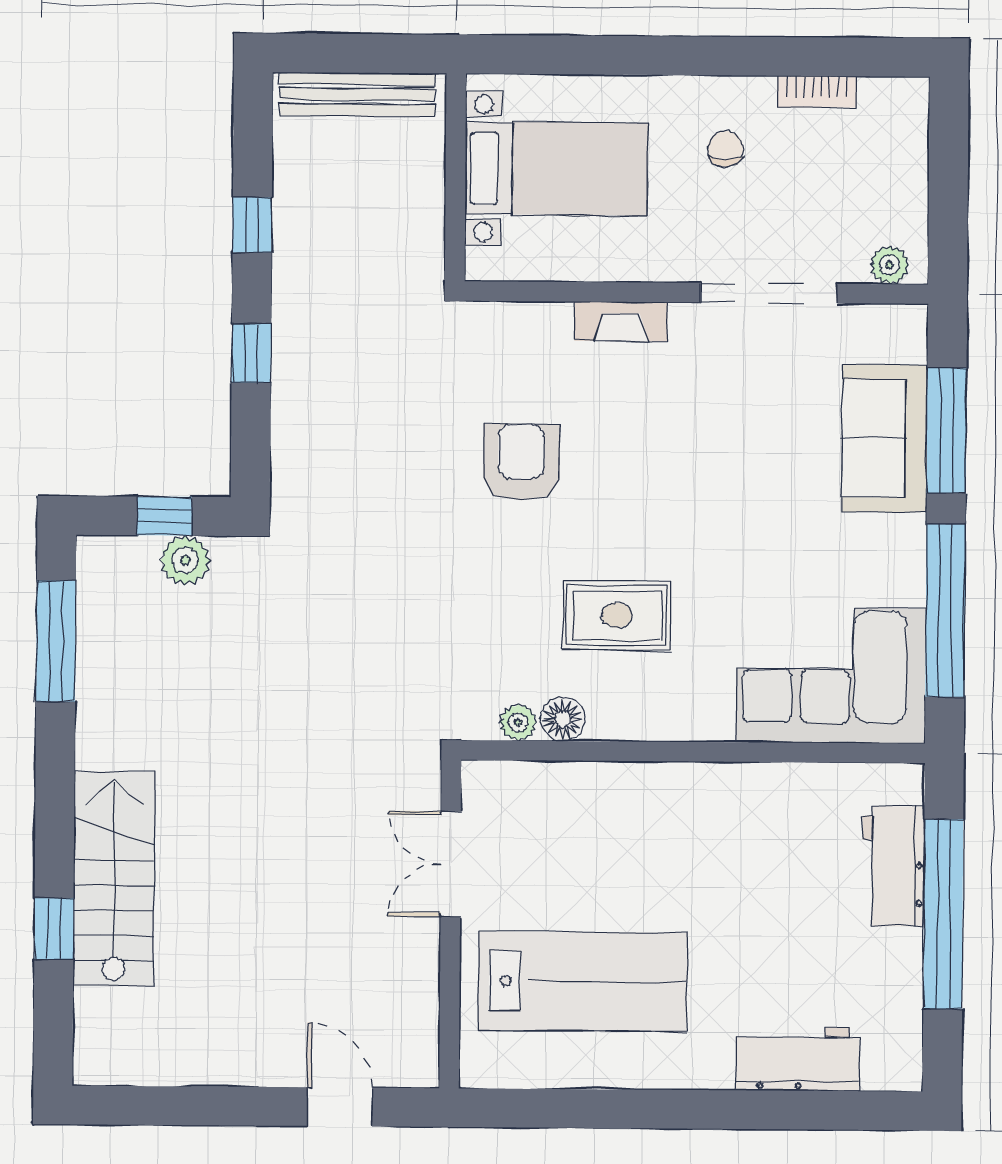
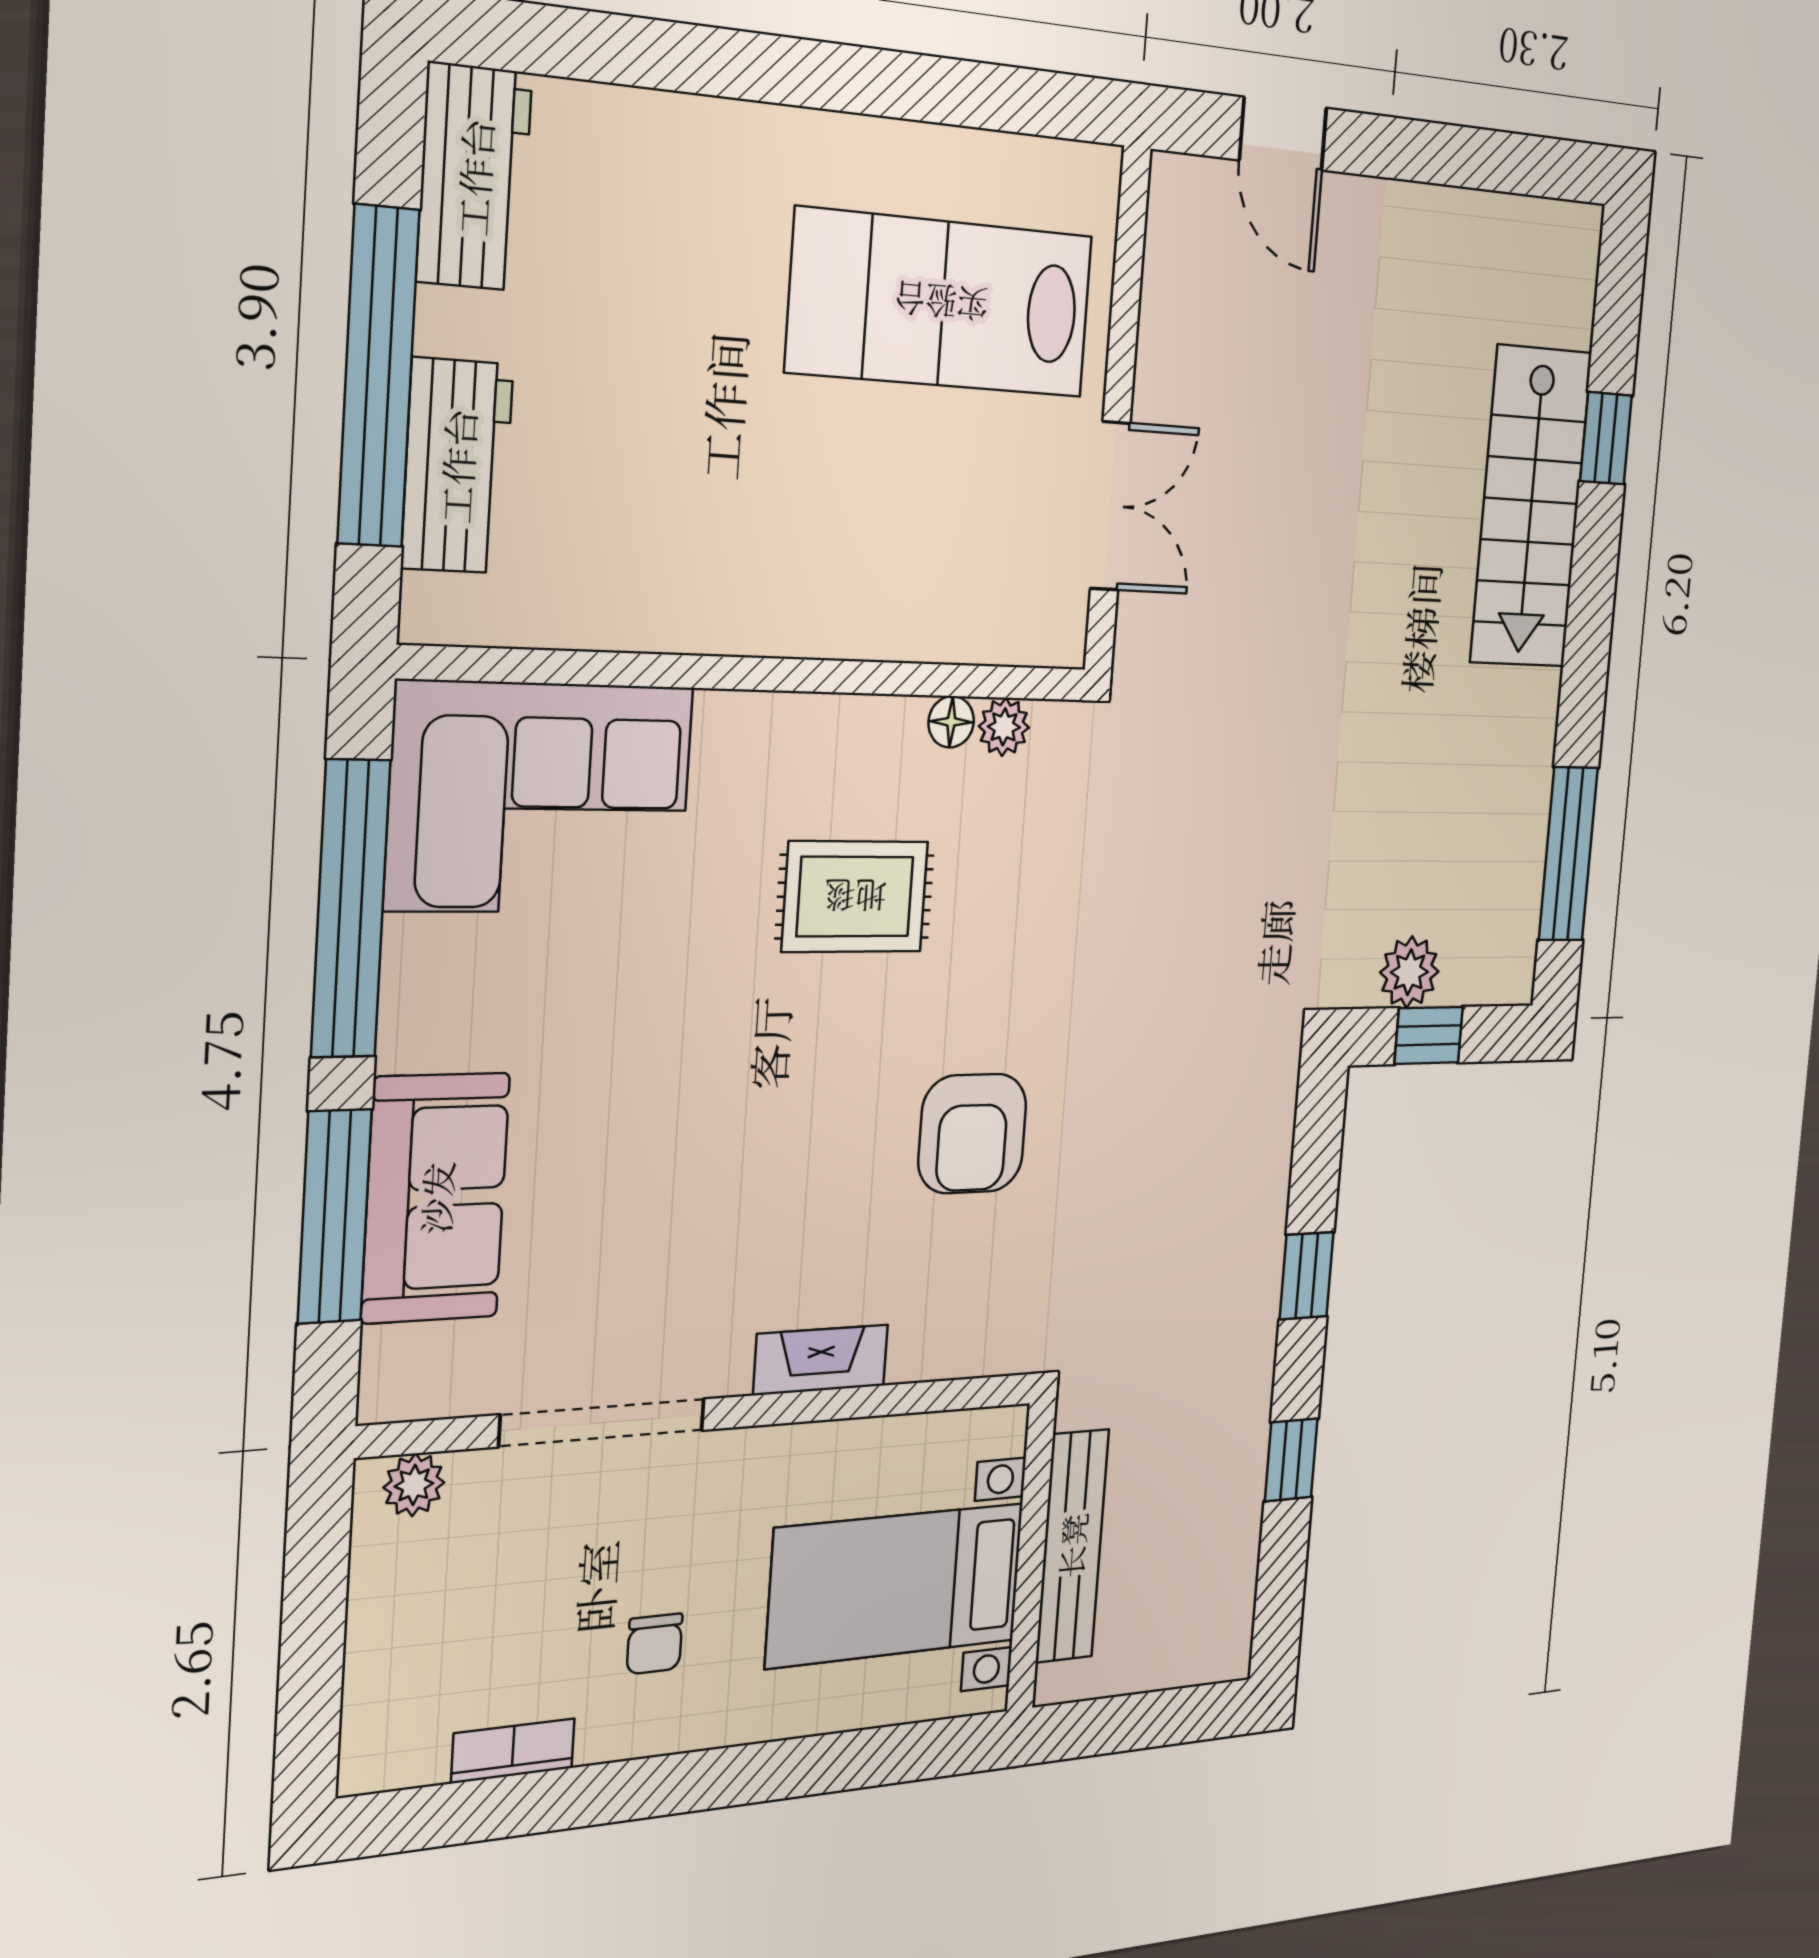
bench: (357, 94) -> (1072, 1546), moved, turned 90
floor lamp: (563, 719) -> (951, 722), width x0.73, depth x0.73
workbench: (798, 1059) -> (474, 177), moved, turned -90

